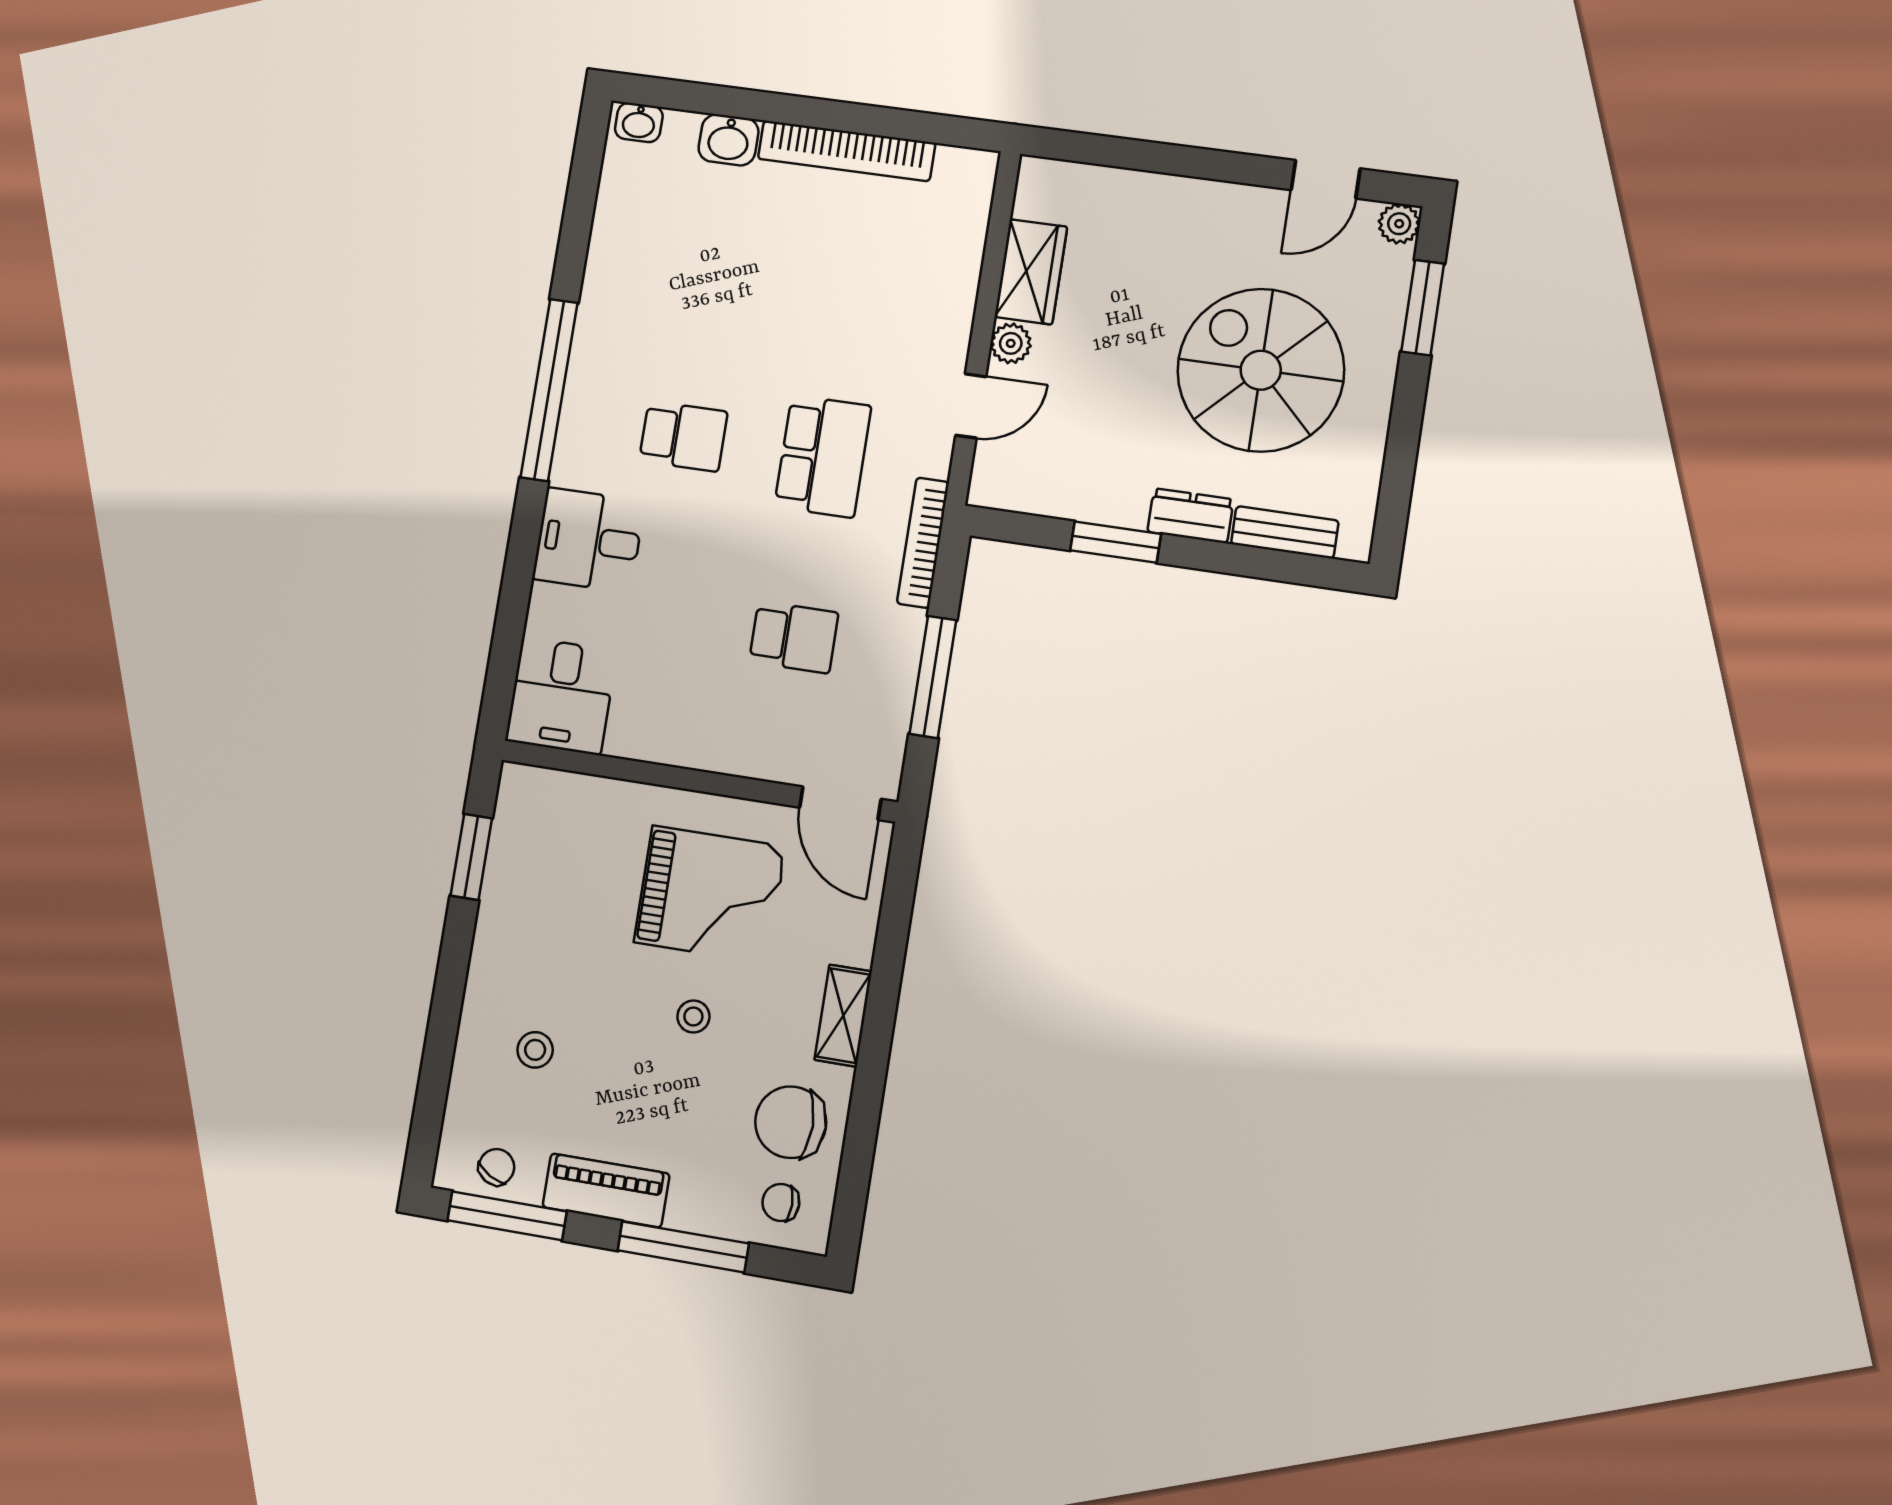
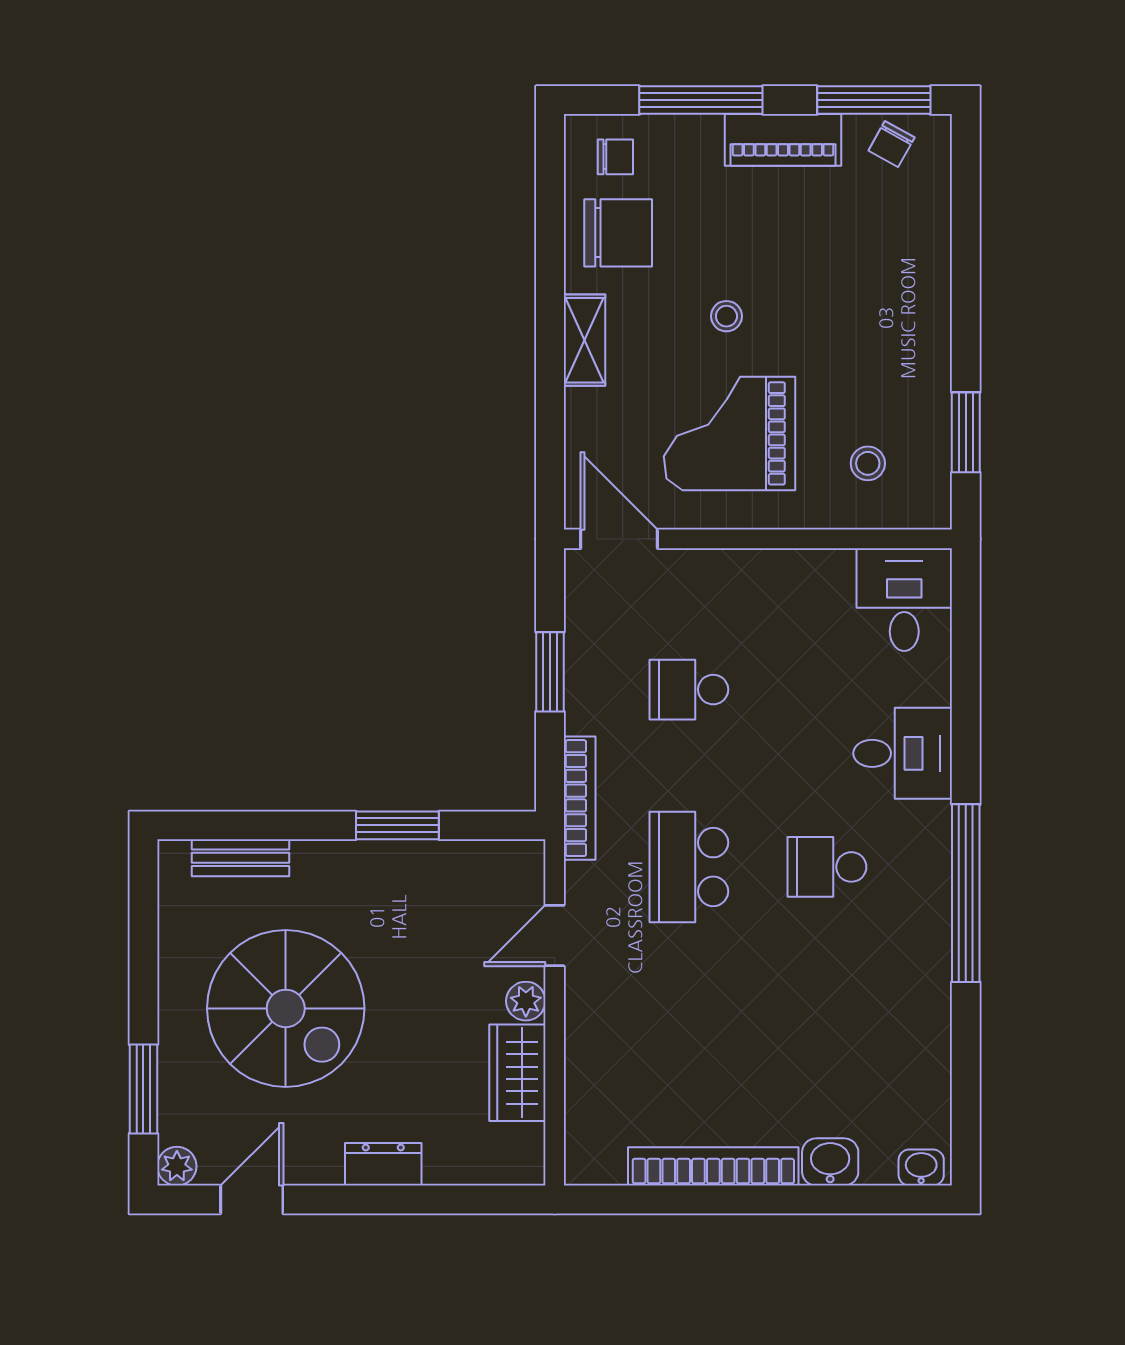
dresser: (1190, 516) -> (383, 1164), moved, turned 180
window: (933, 677) -> (550, 672), width x0.69
stool: (535, 1050) -> (868, 463), moved

